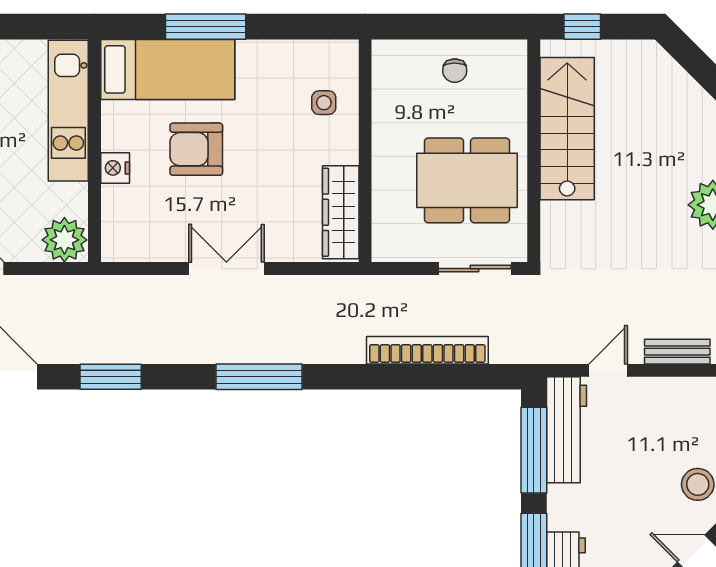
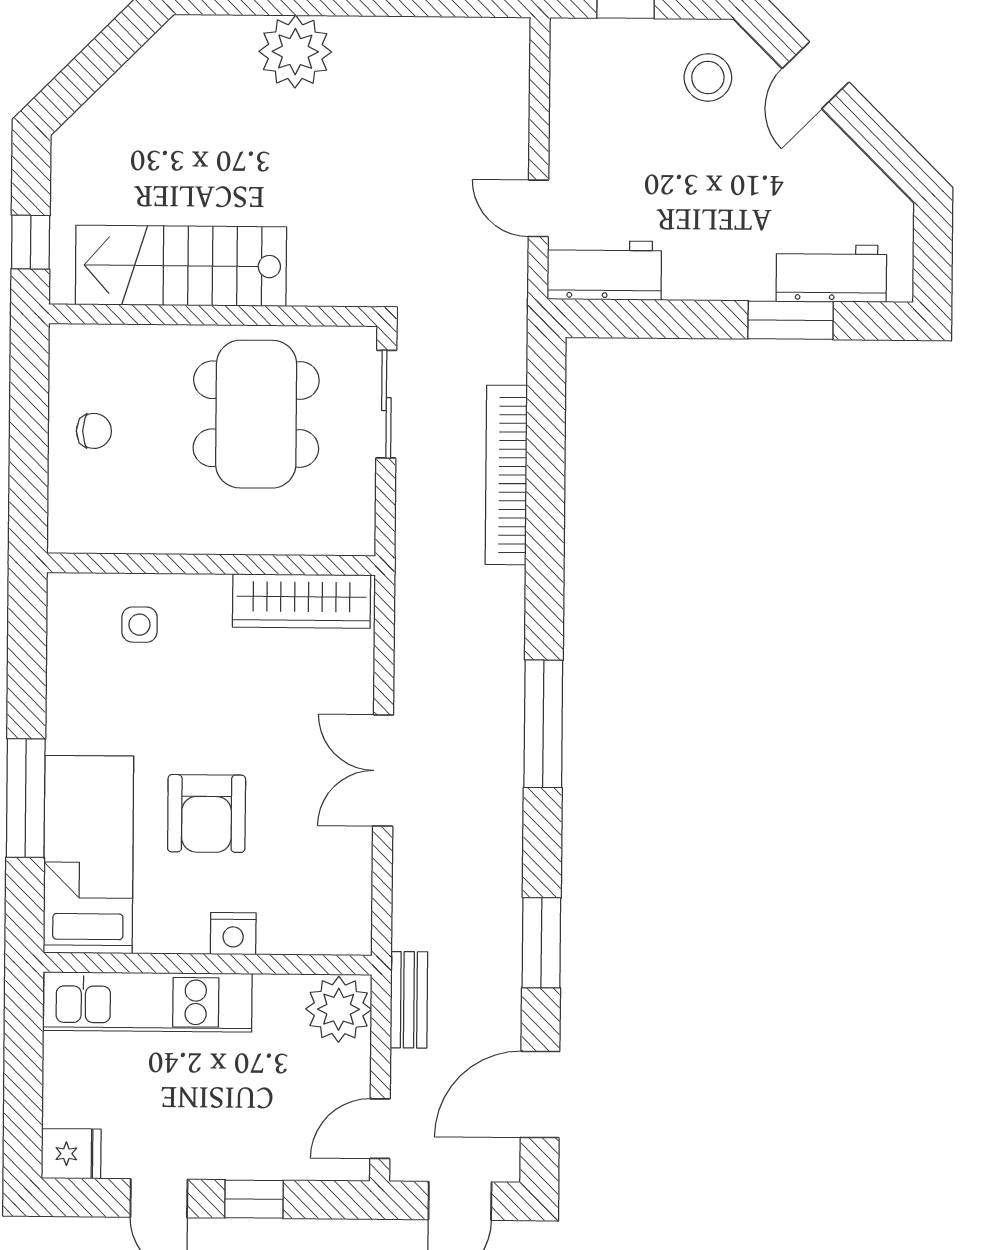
bench: (677, 352) -> (409, 1000), moved
workbench: (567, 430) -> (604, 270), width x0.73
window: (534, 450) -> (655, 319), removed

